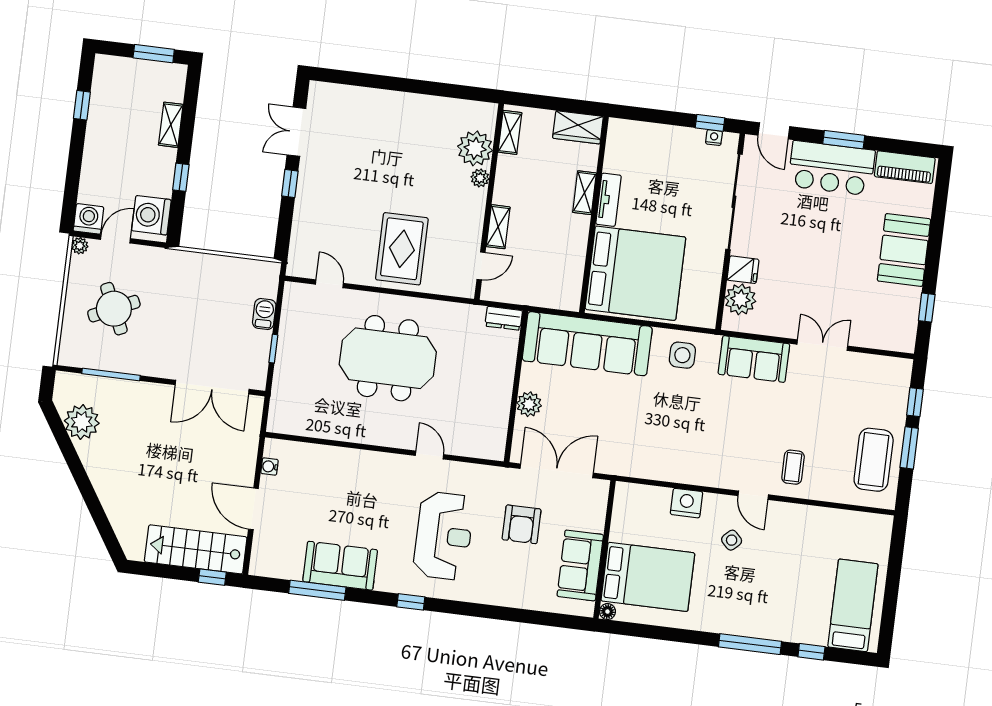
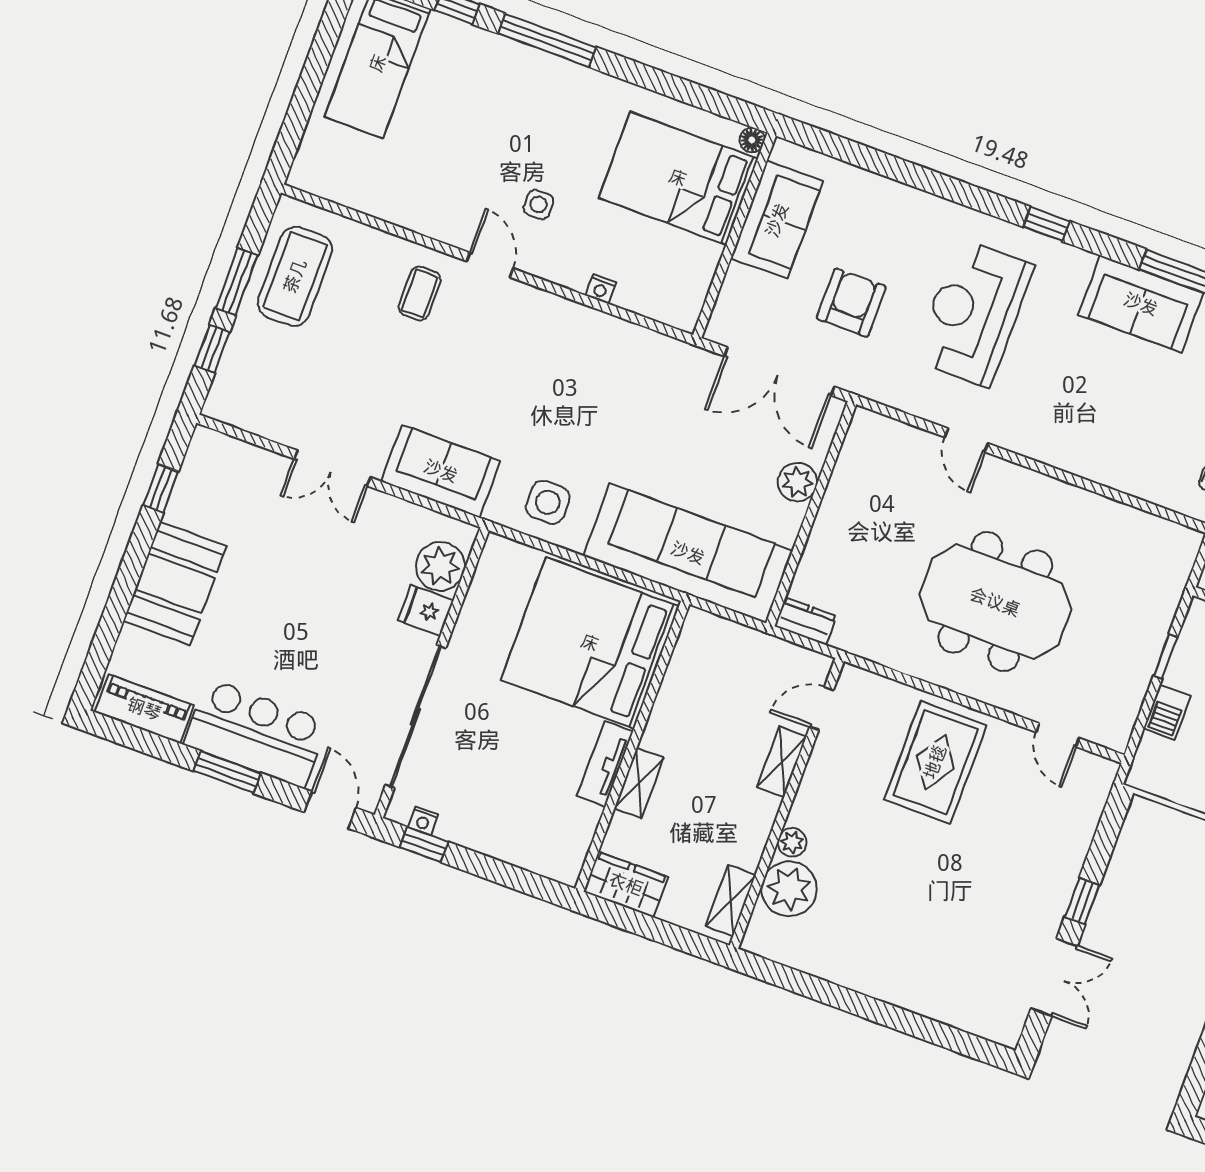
nightstand: (687, 503) -> (601, 289), width x0.53, depth x0.56
side table: (732, 540) -> (538, 205), turned 45

